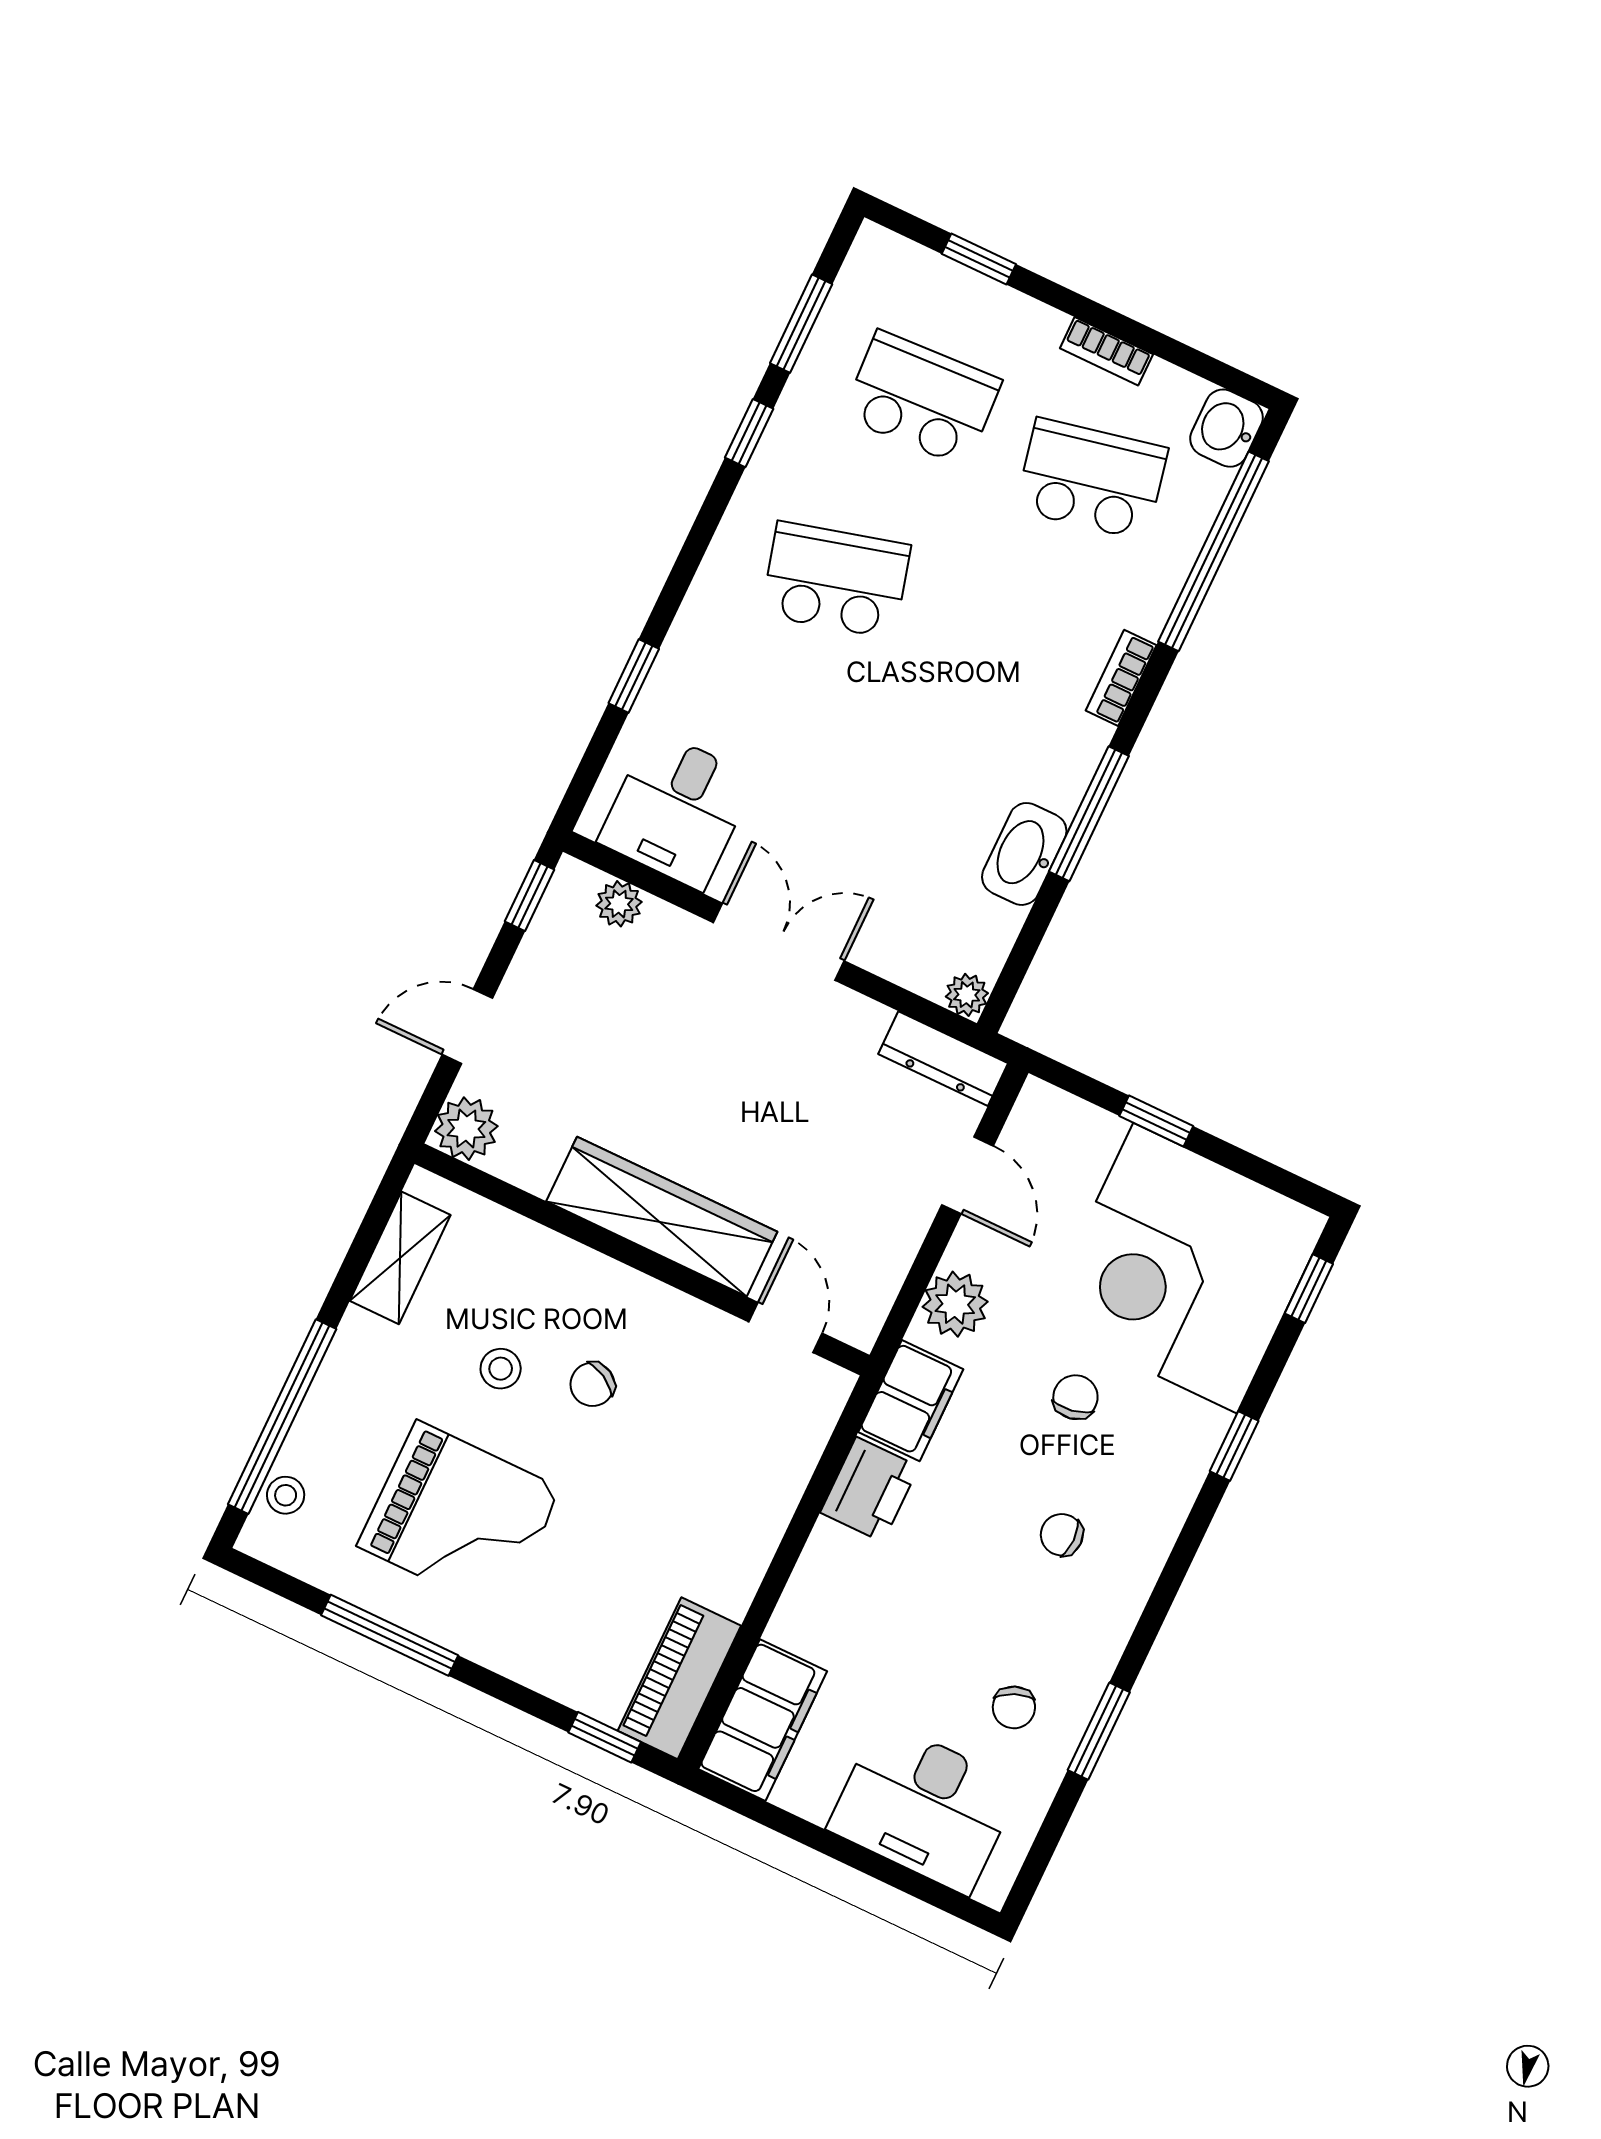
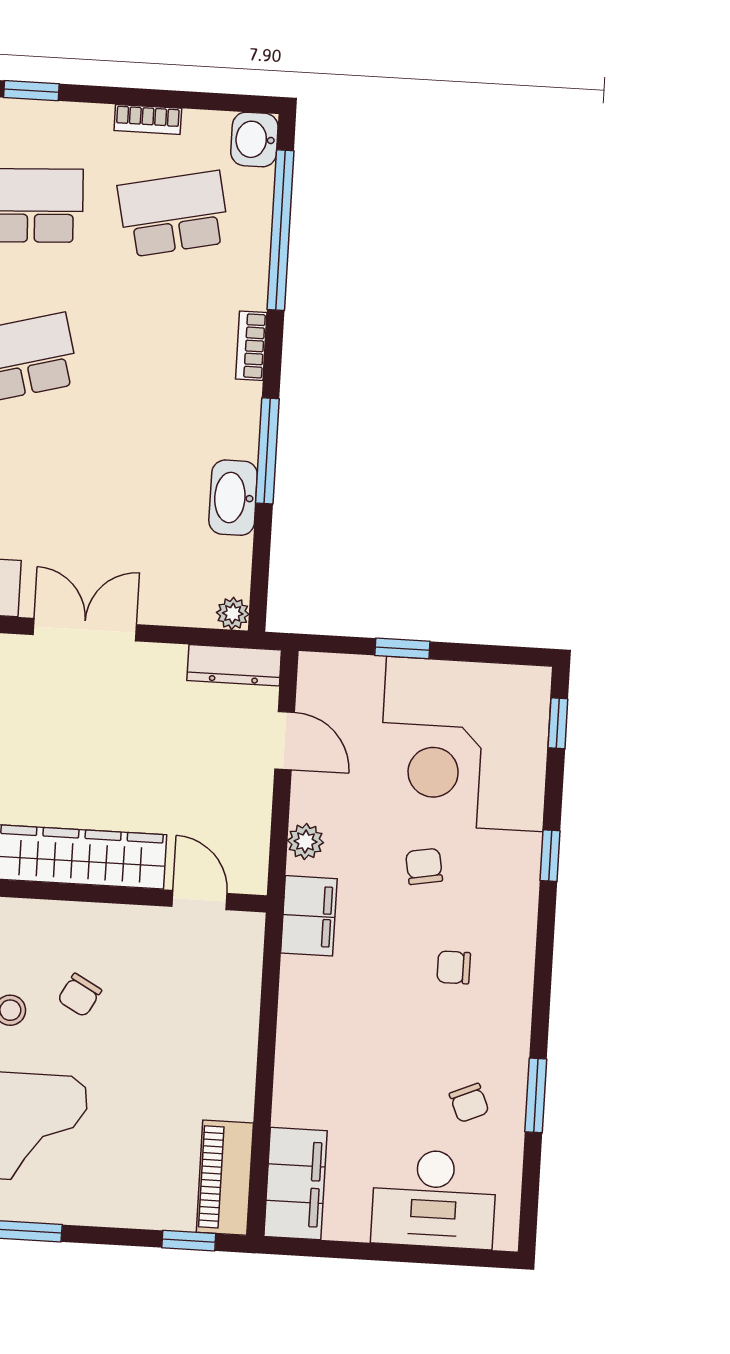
plant: (955, 1304) -> (306, 841), width x0.73, depth x0.73
printer: (870, 1489) -> (305, 990), removed

